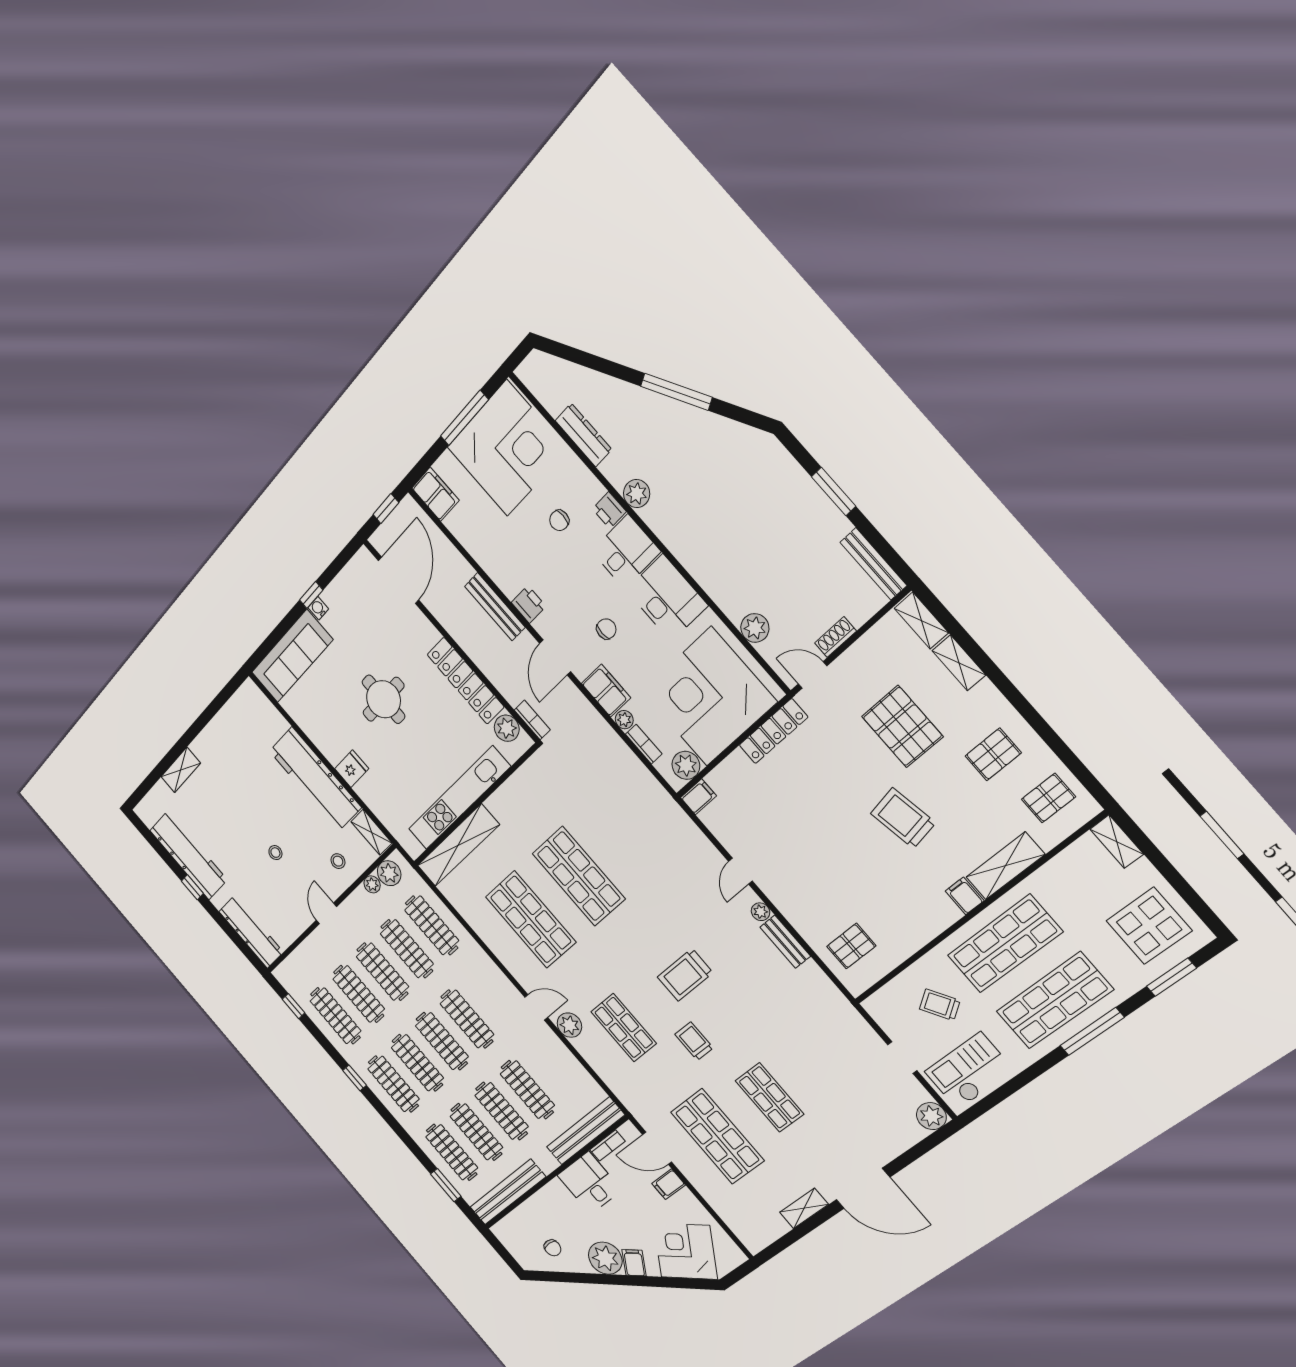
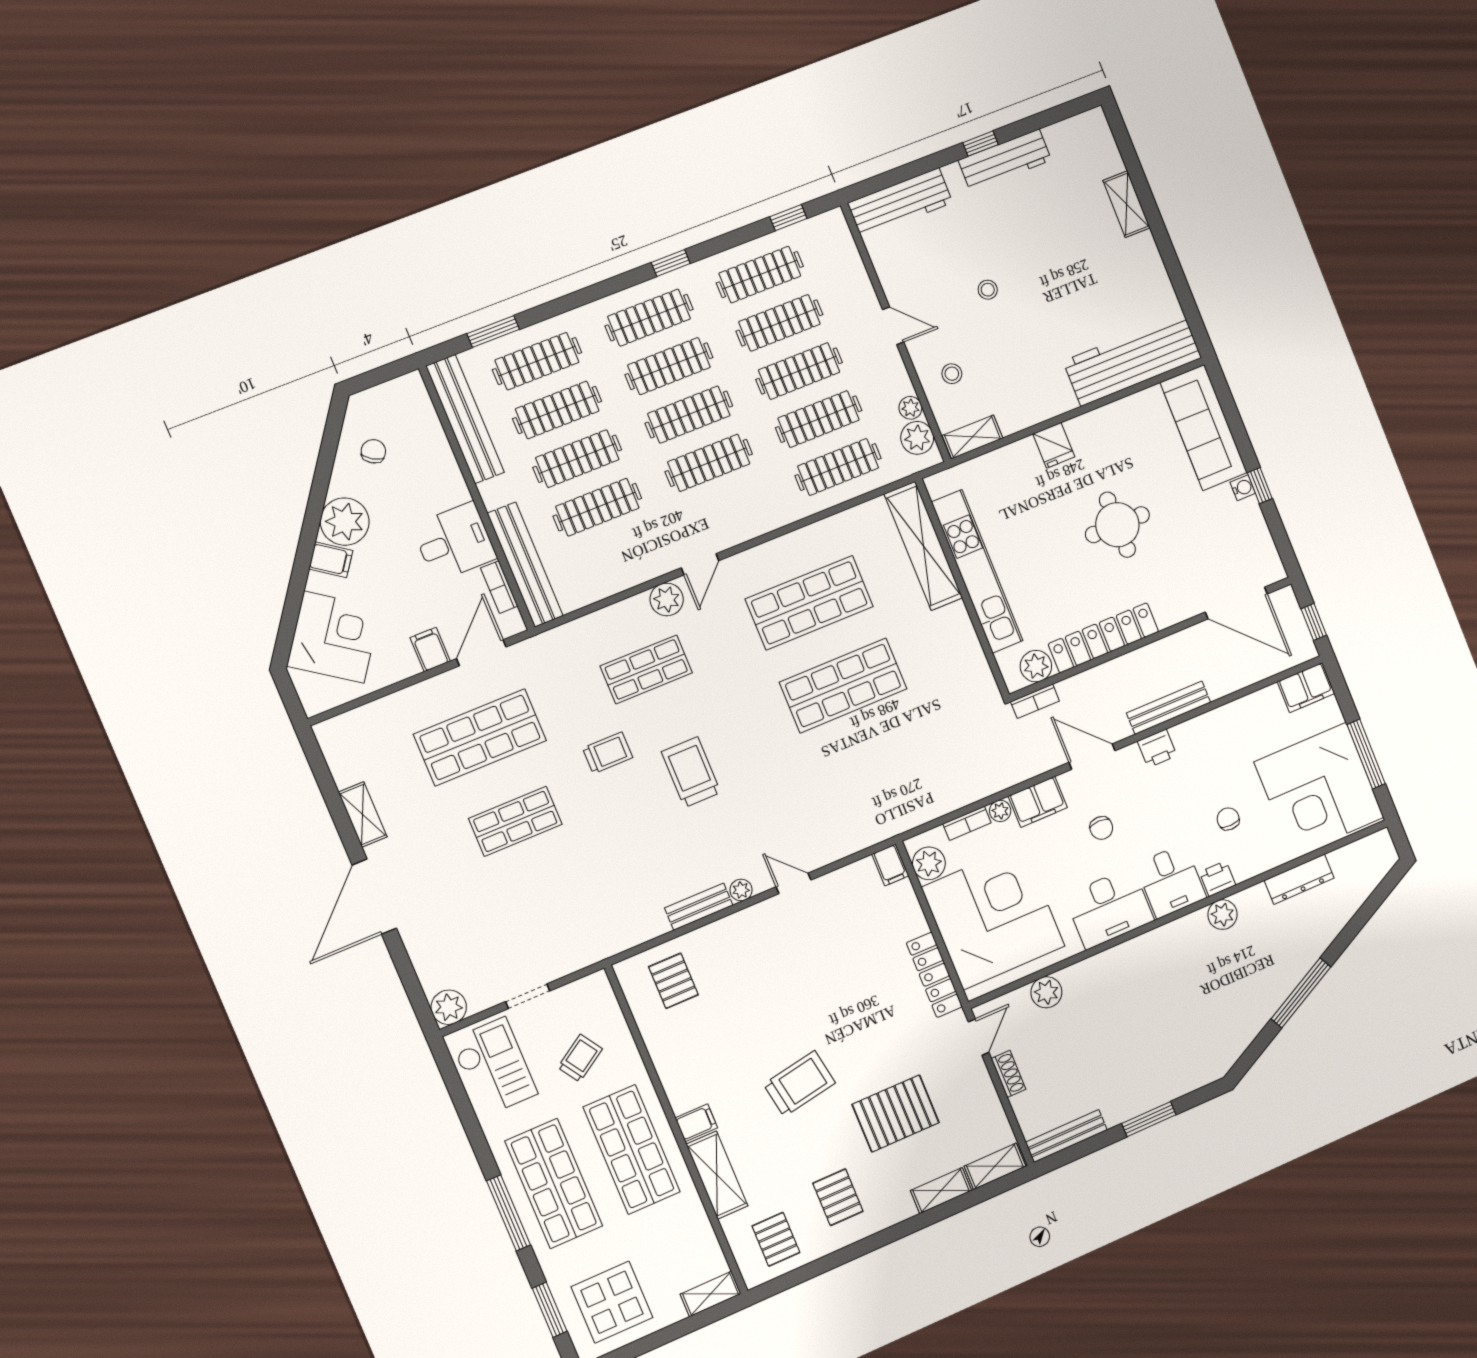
workbench: (315, 779) -> (1132, 359), moved
workbench: (189, 855) -> (1005, 160), width x0.73, depth x0.76
chair: (553, 1248) -> (373, 451), turned 120

